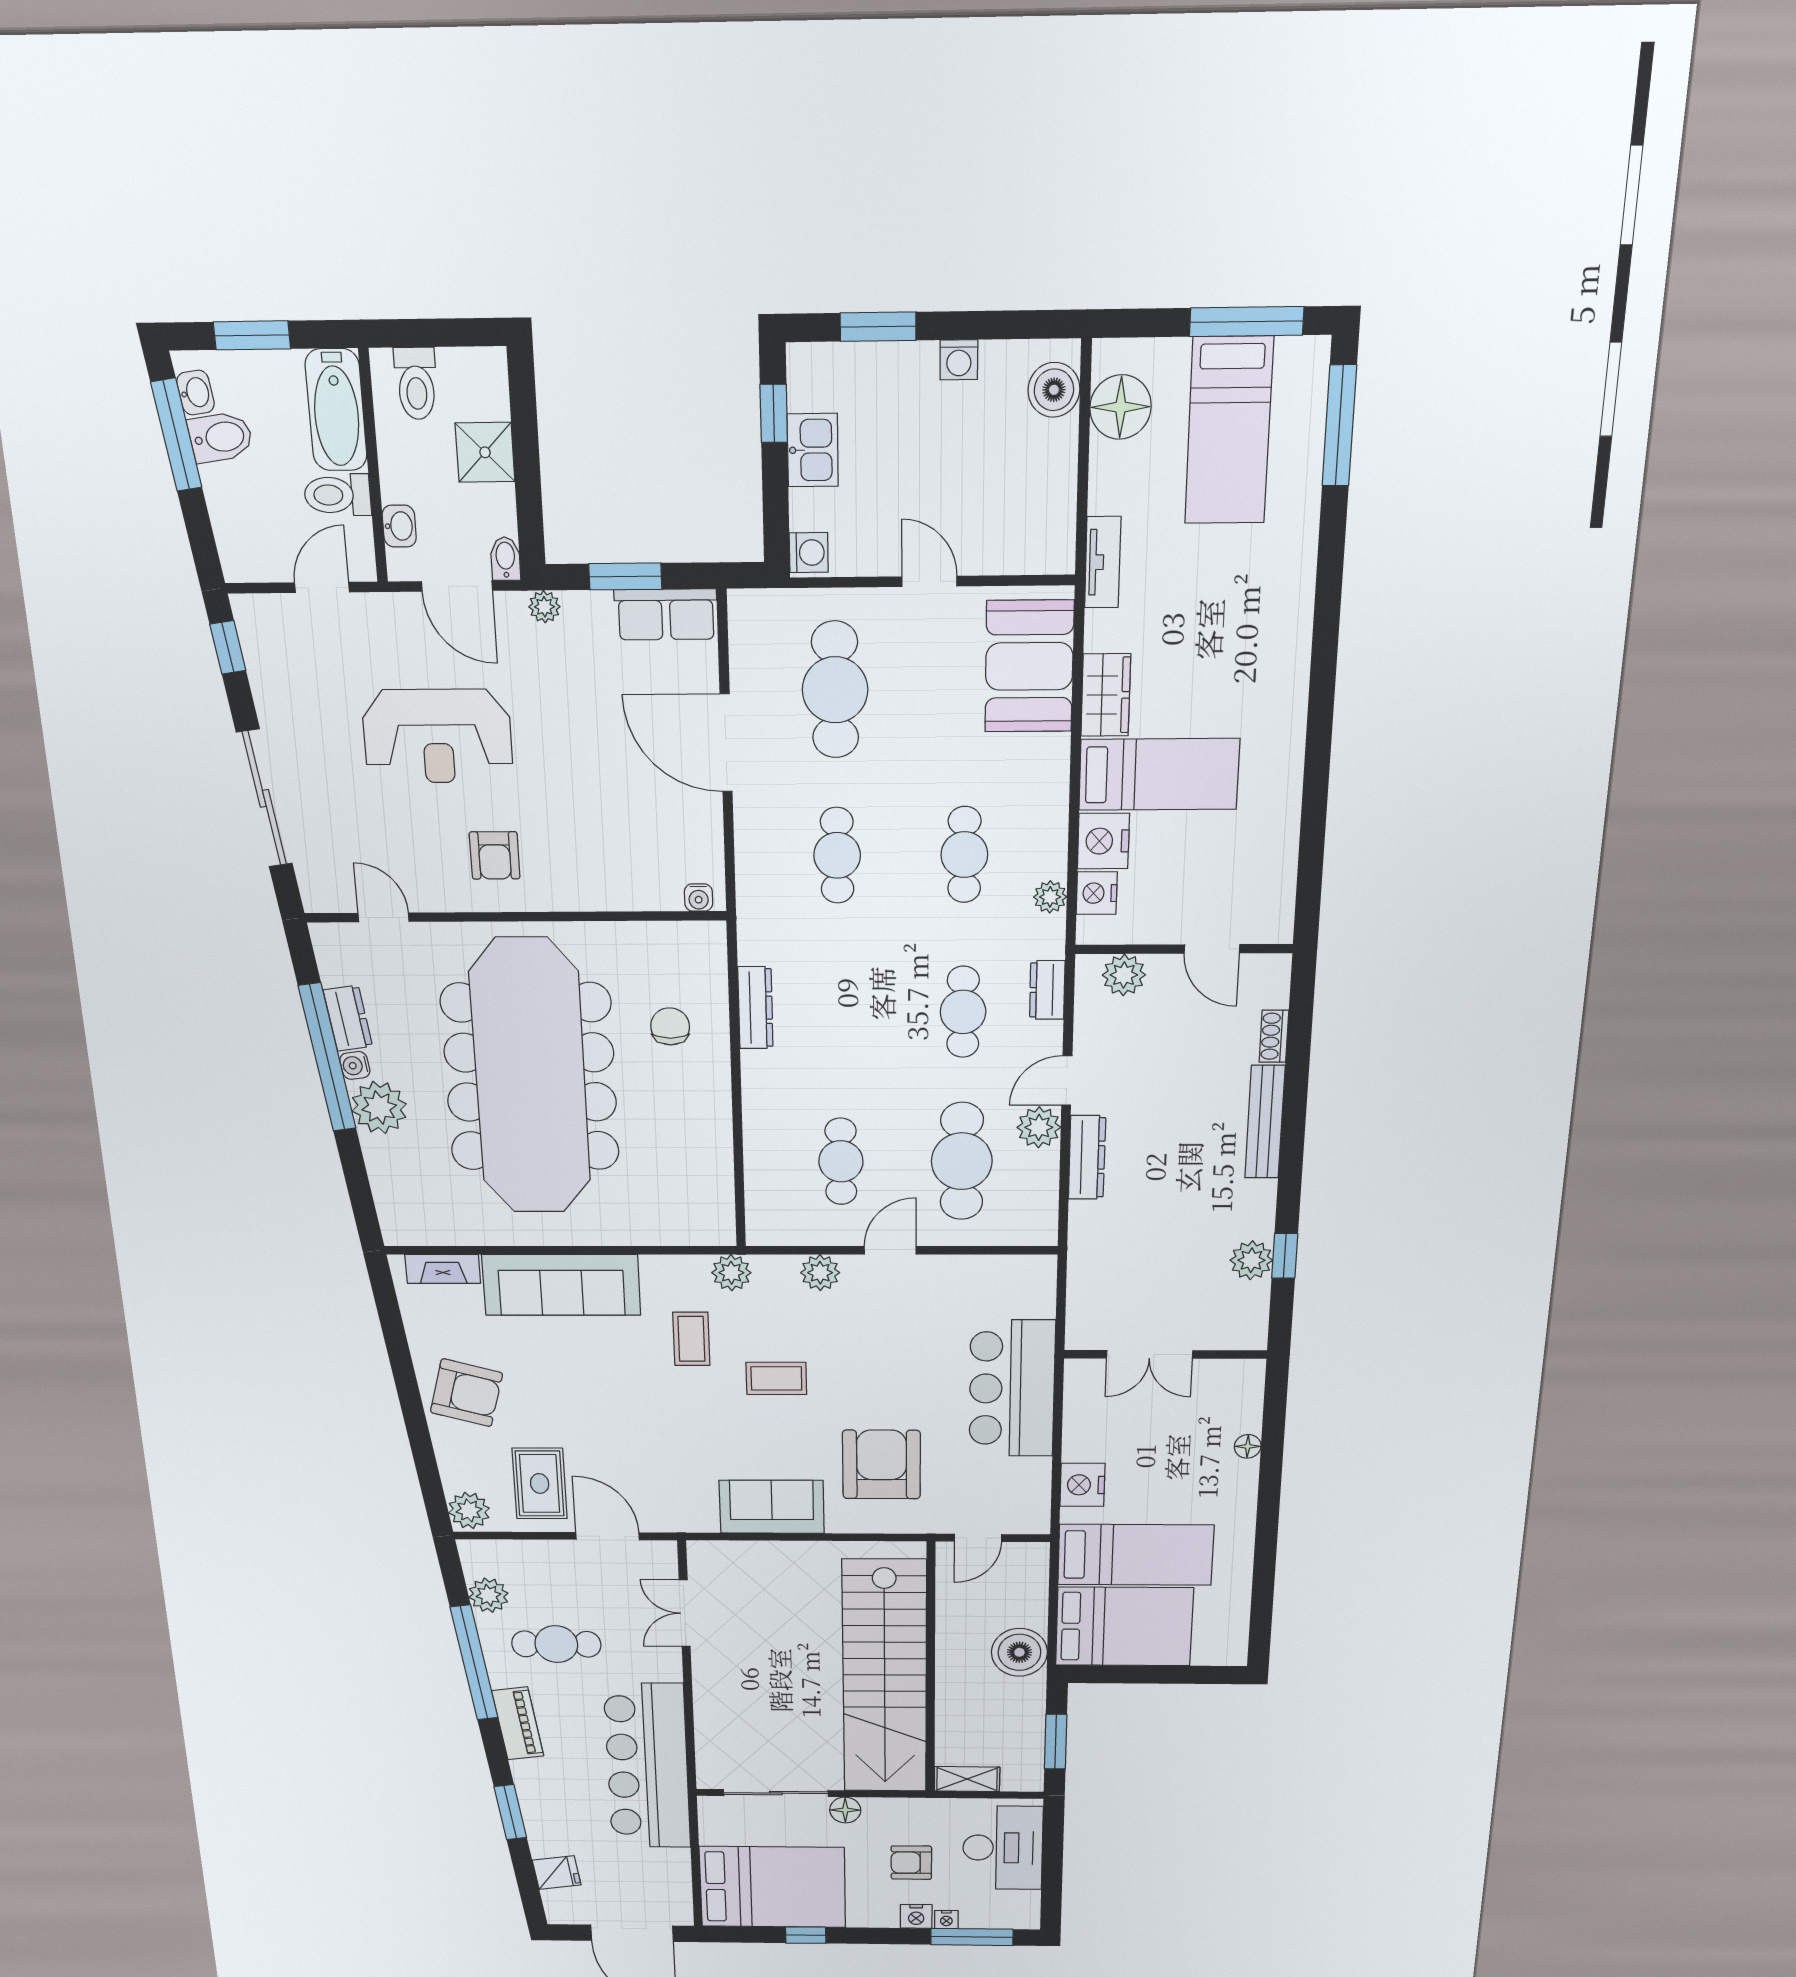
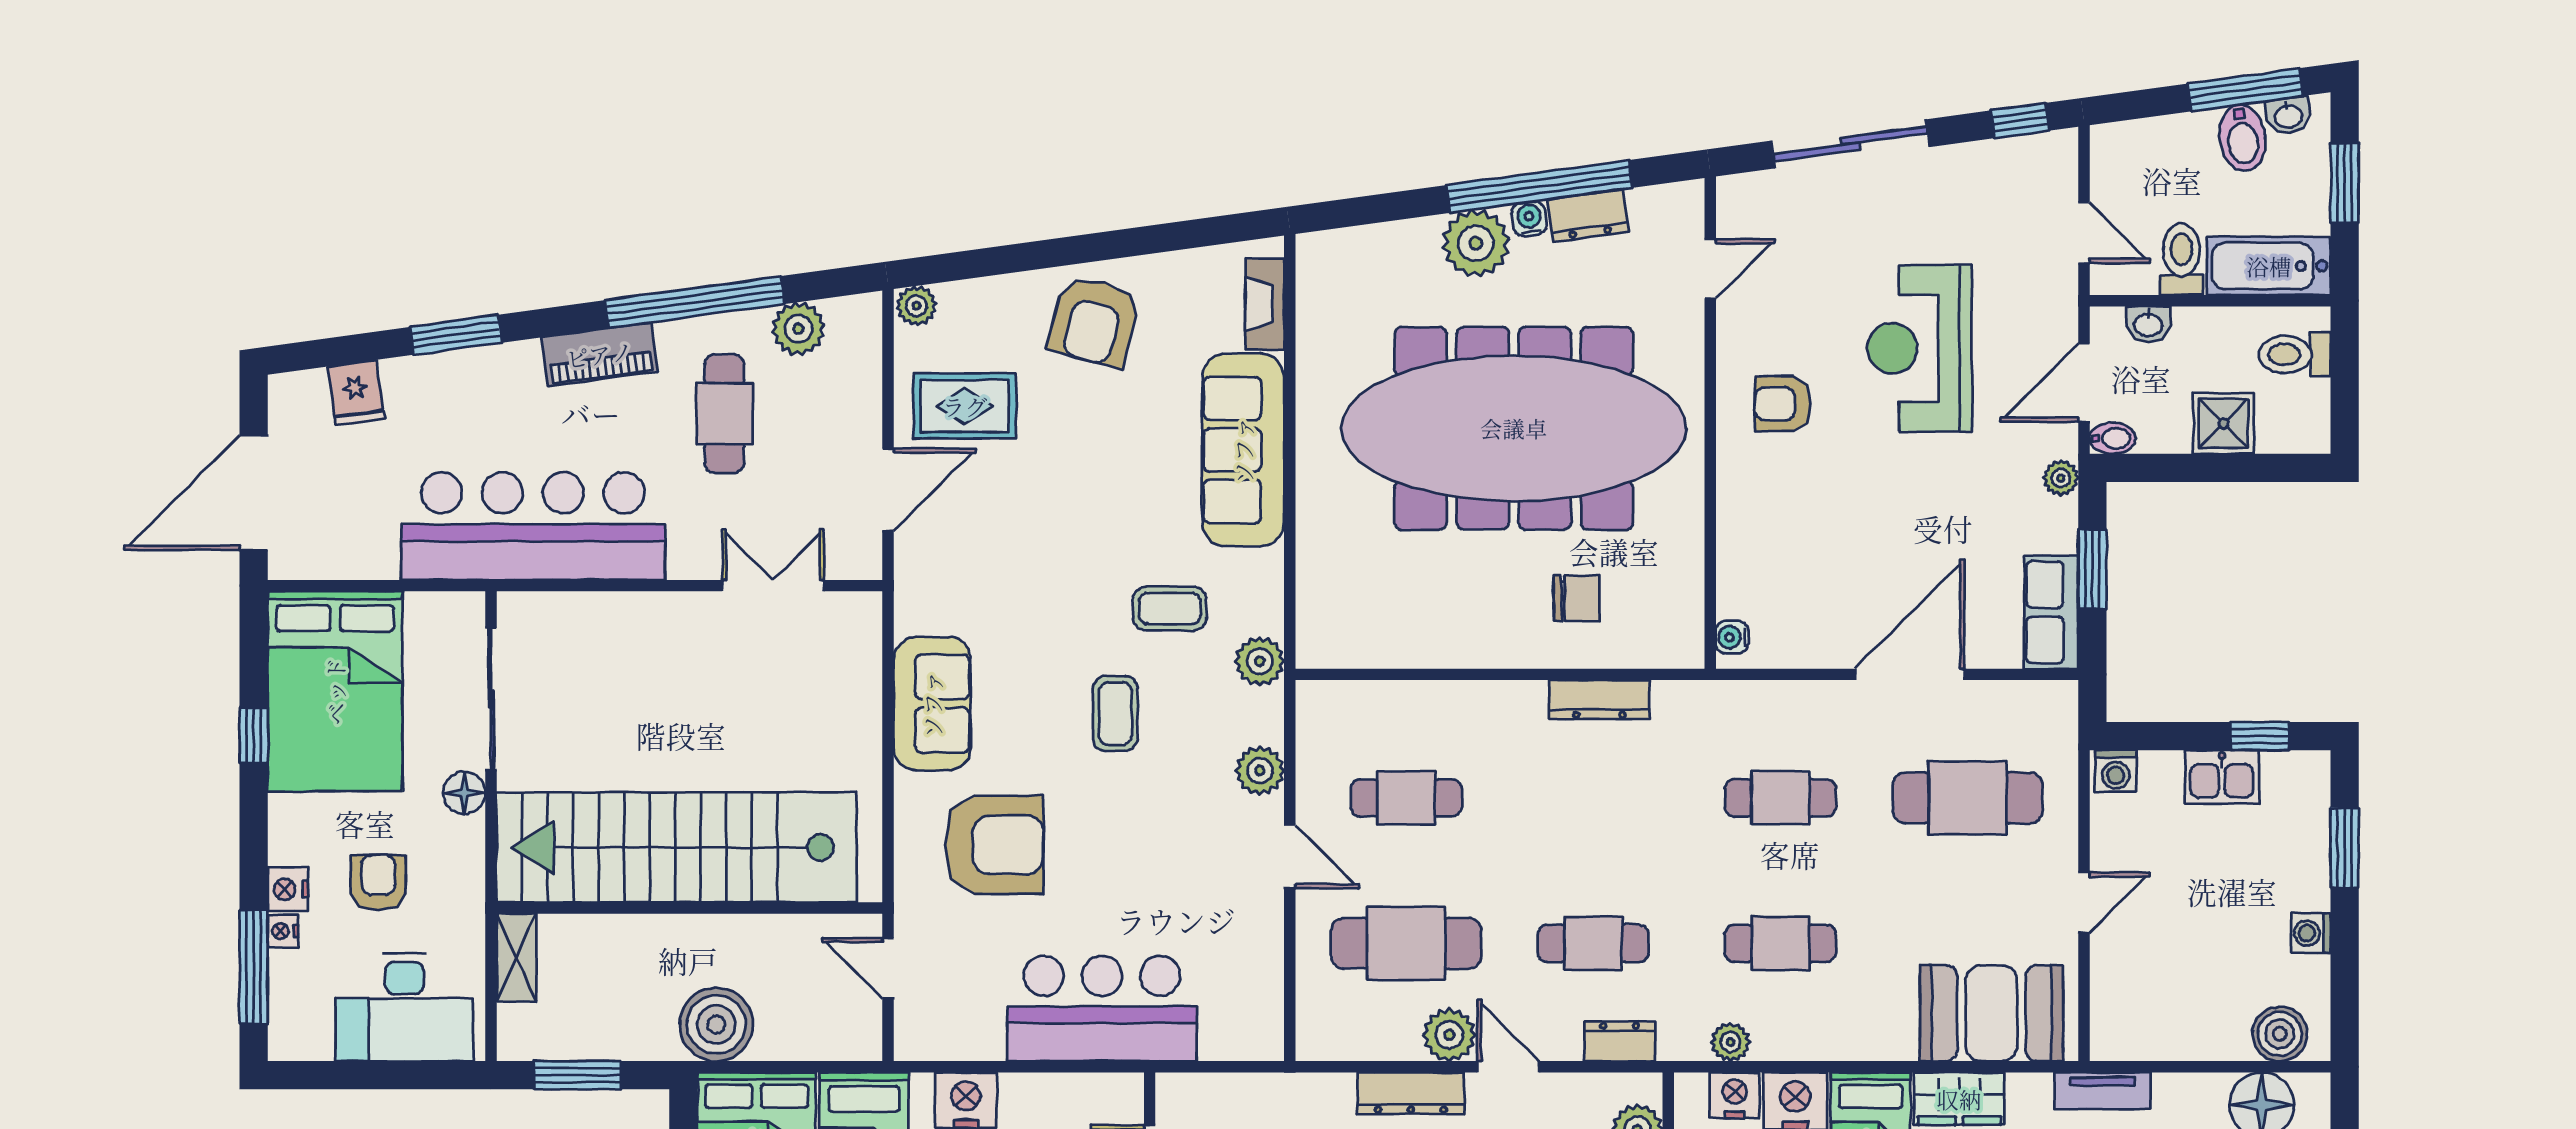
plant: (469, 1511) -> (917, 306), width x0.73, depth x0.73

